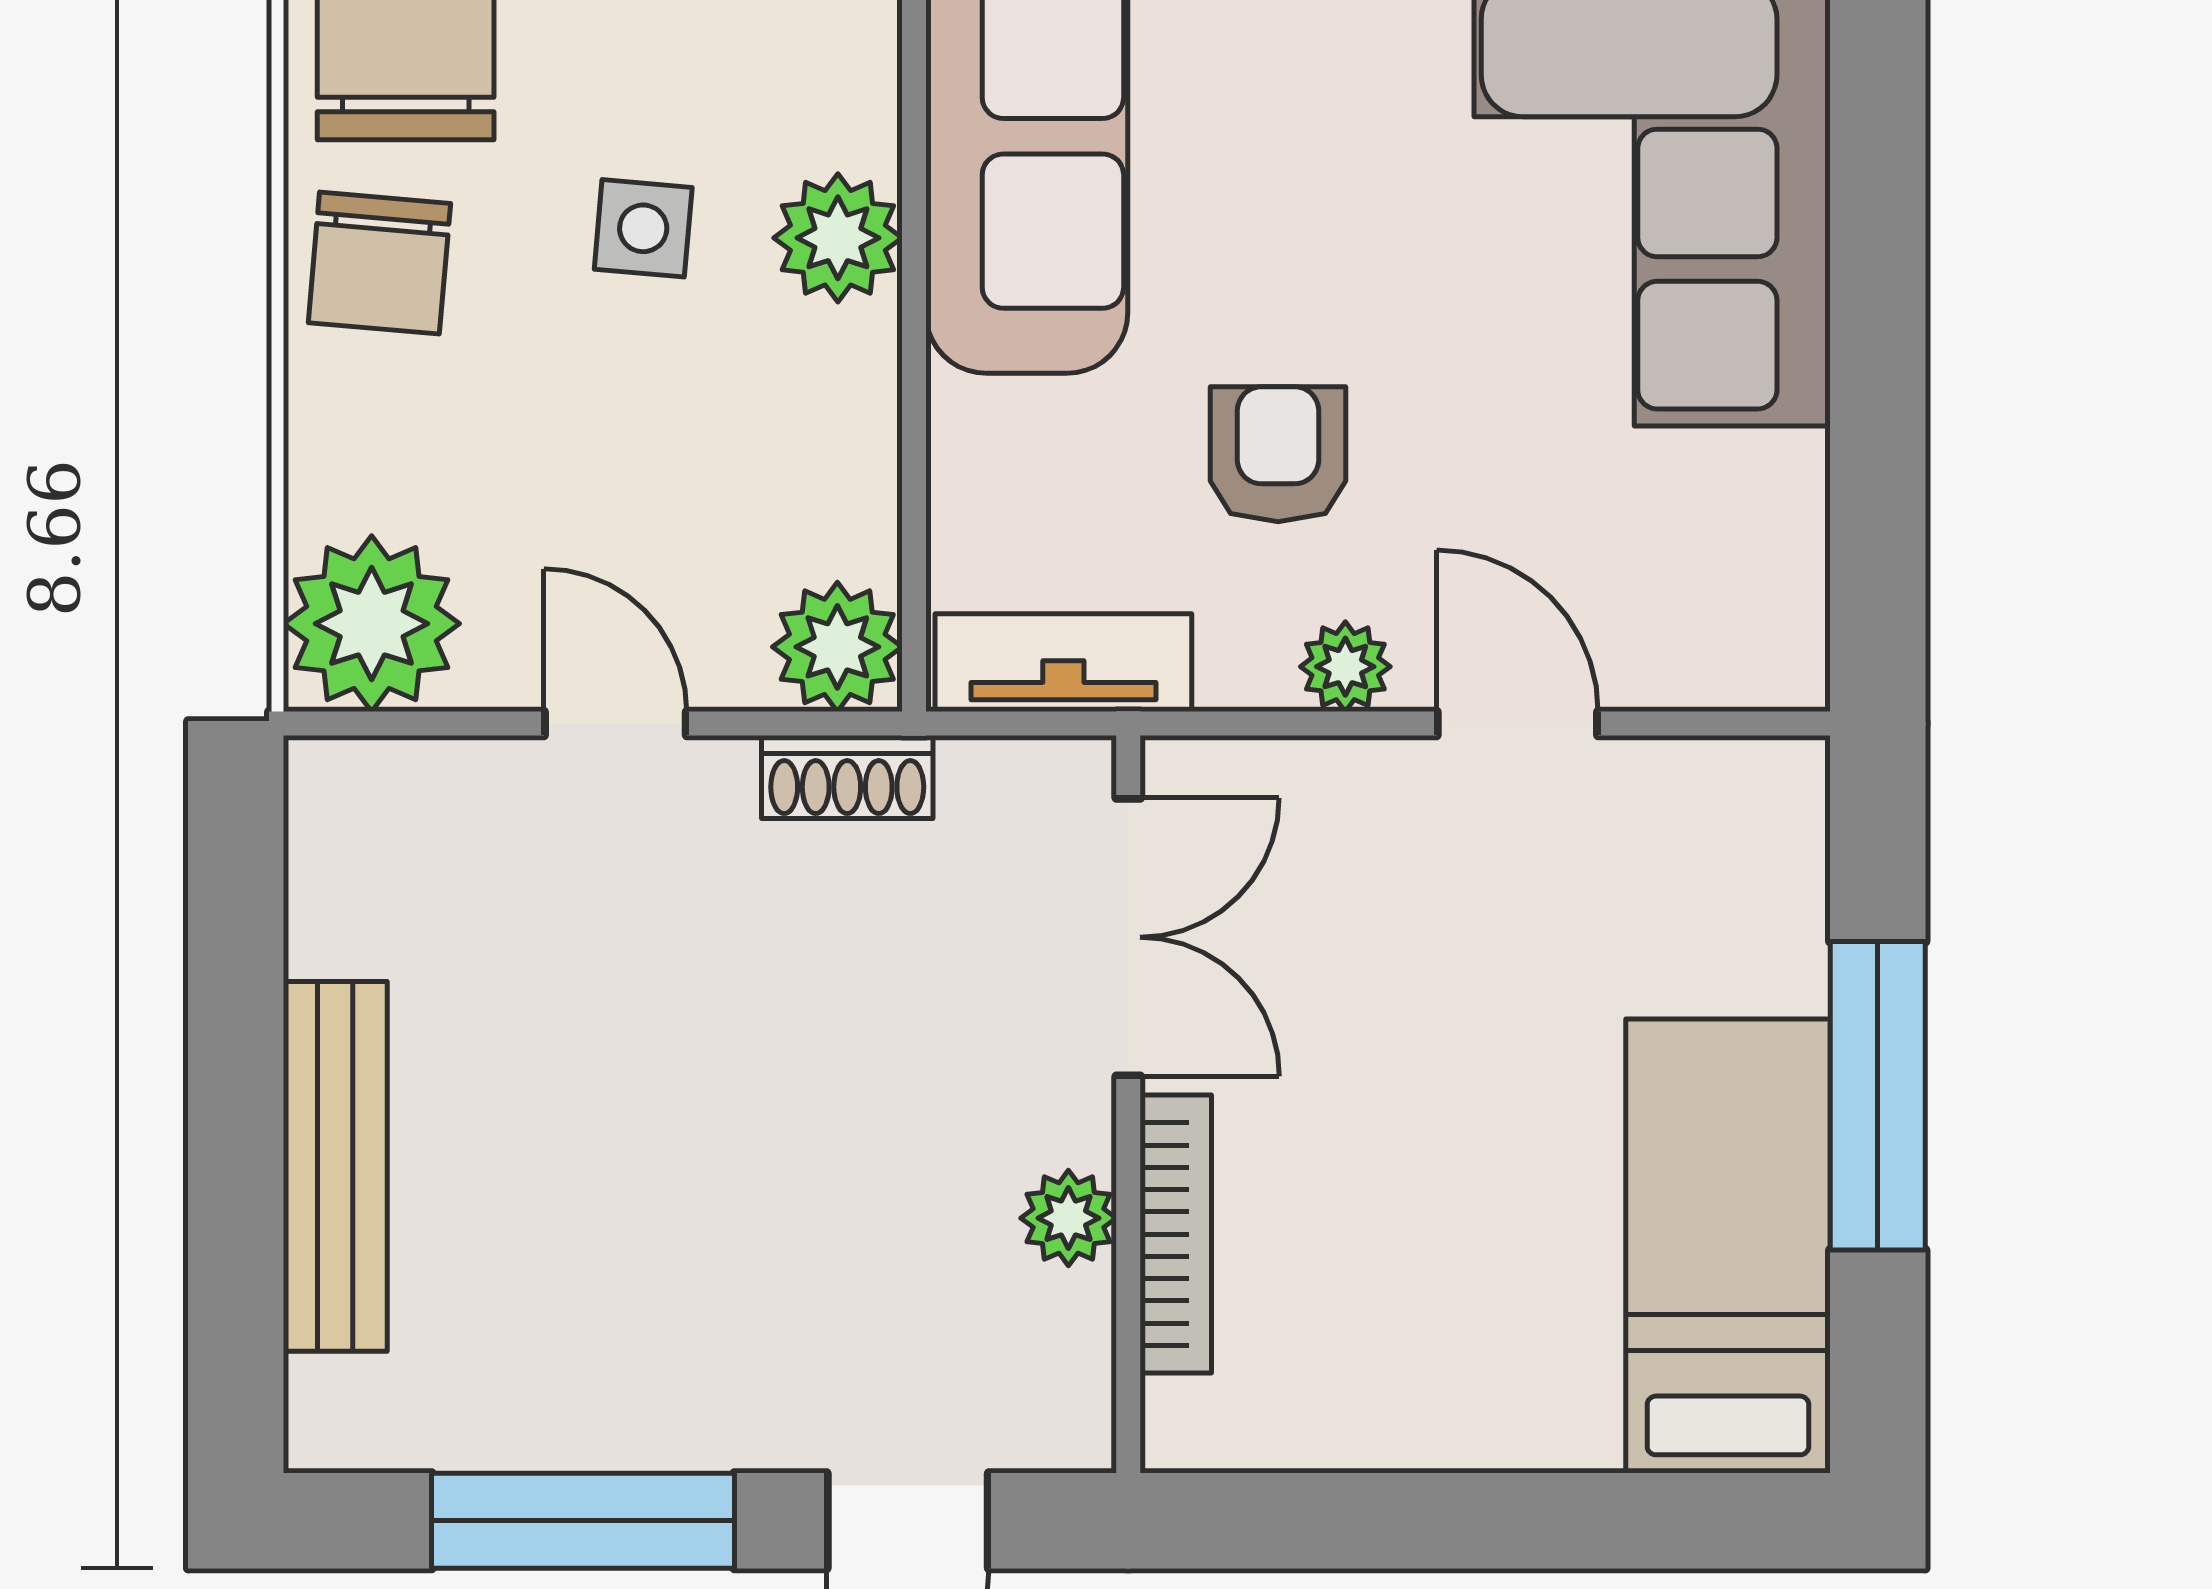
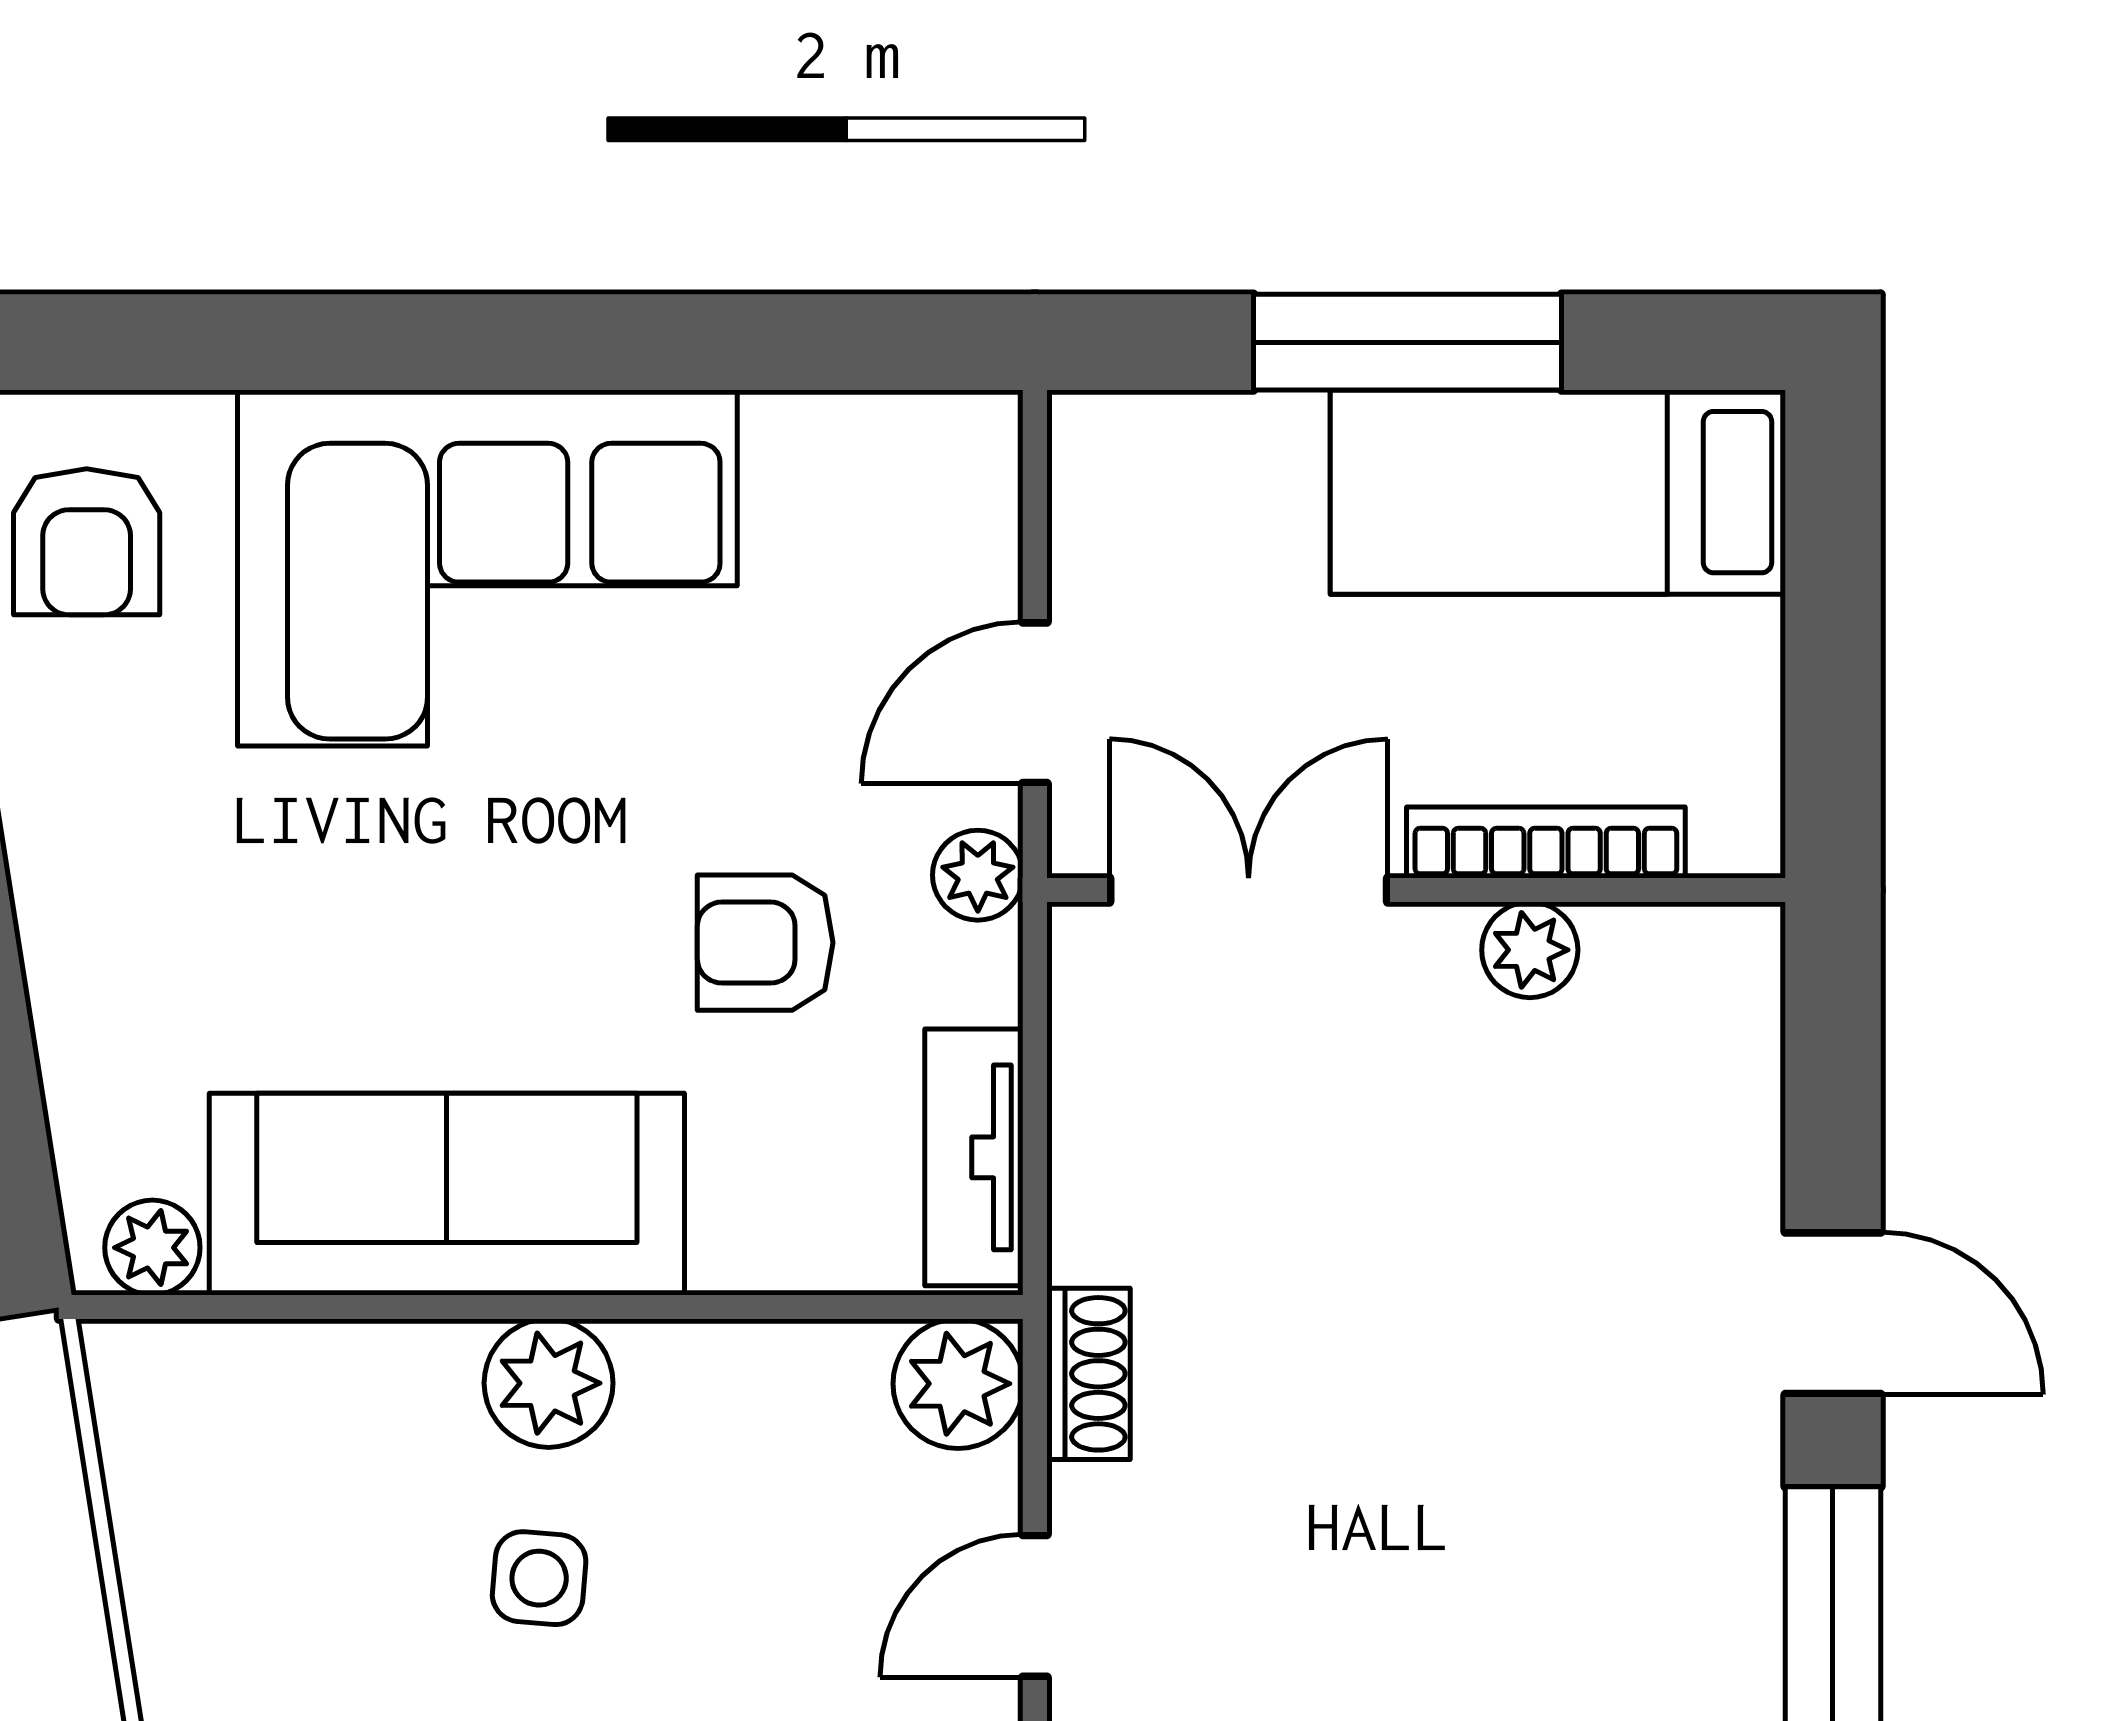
double door: (1128, 937) -> (1249, 890), moved
wall: (1128, 1104) -> (1416, 890), moved
plant: (1068, 1218) -> (1530, 950), moved
bookcase: (1176, 1234) -> (1546, 842), moved

